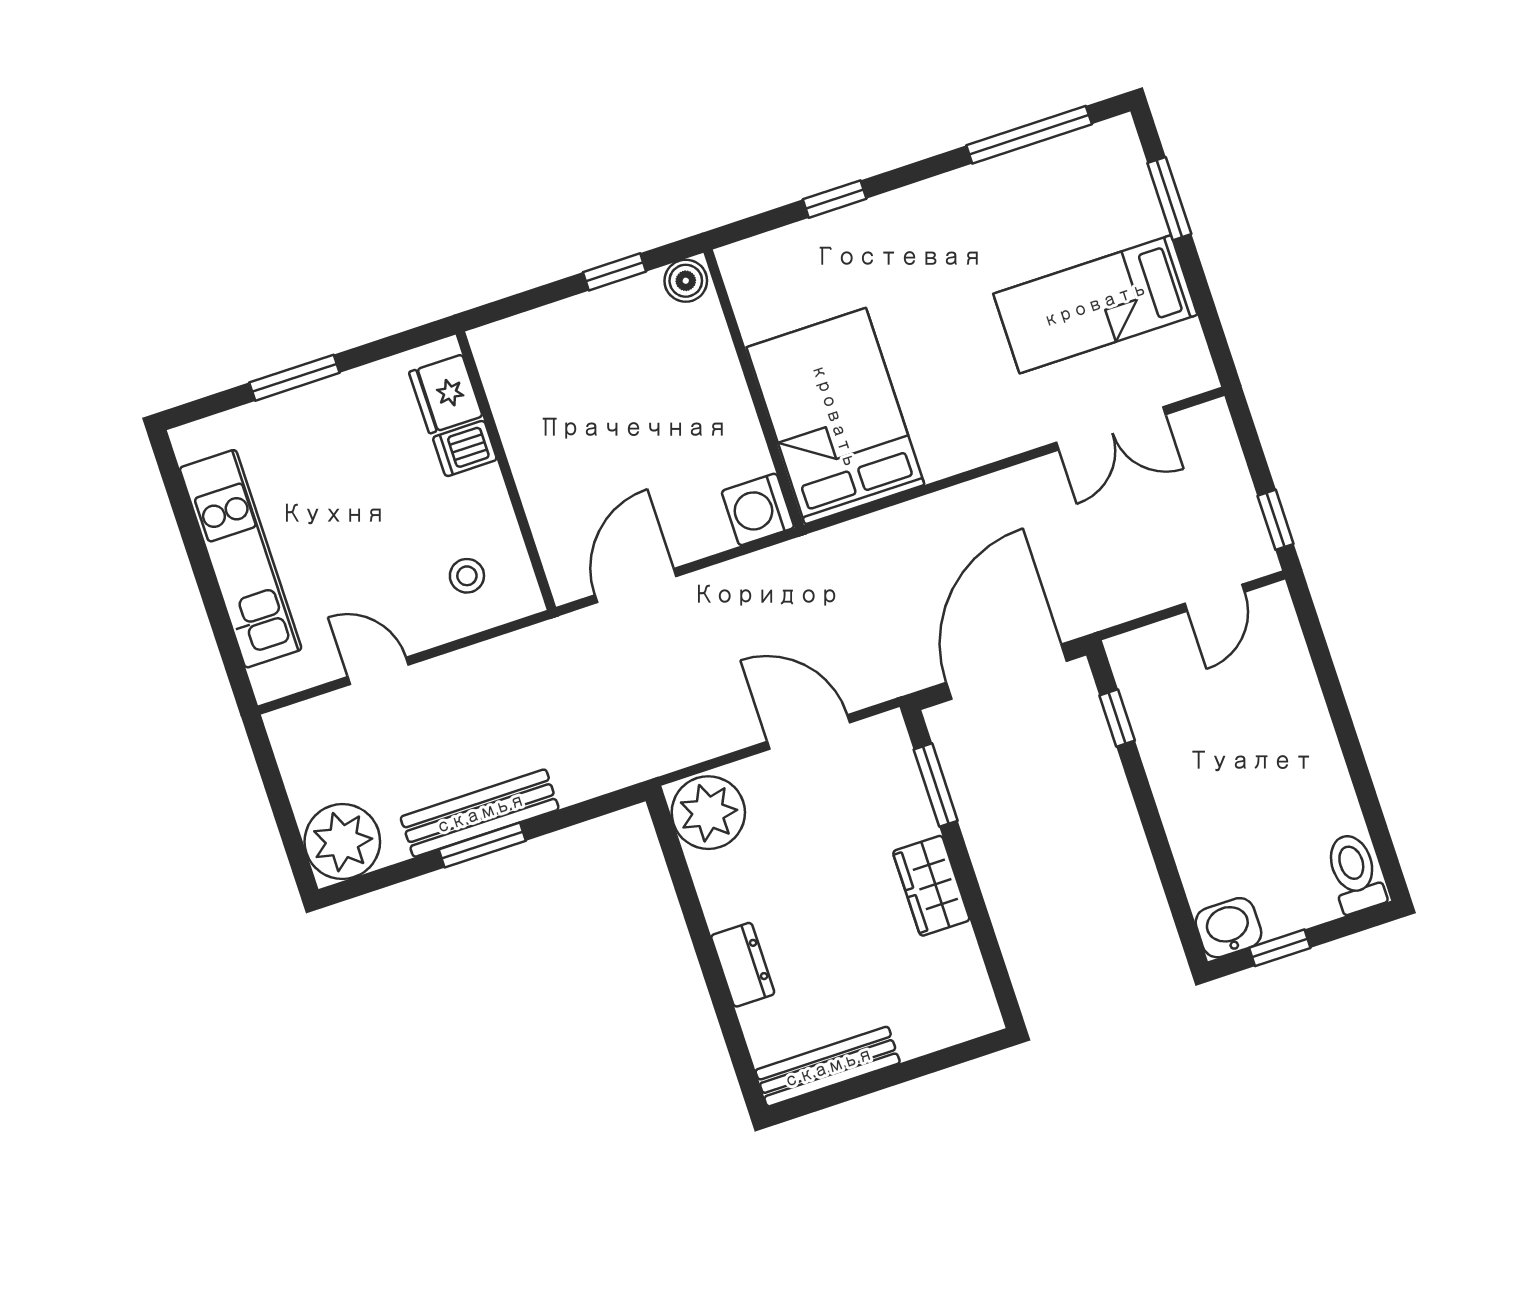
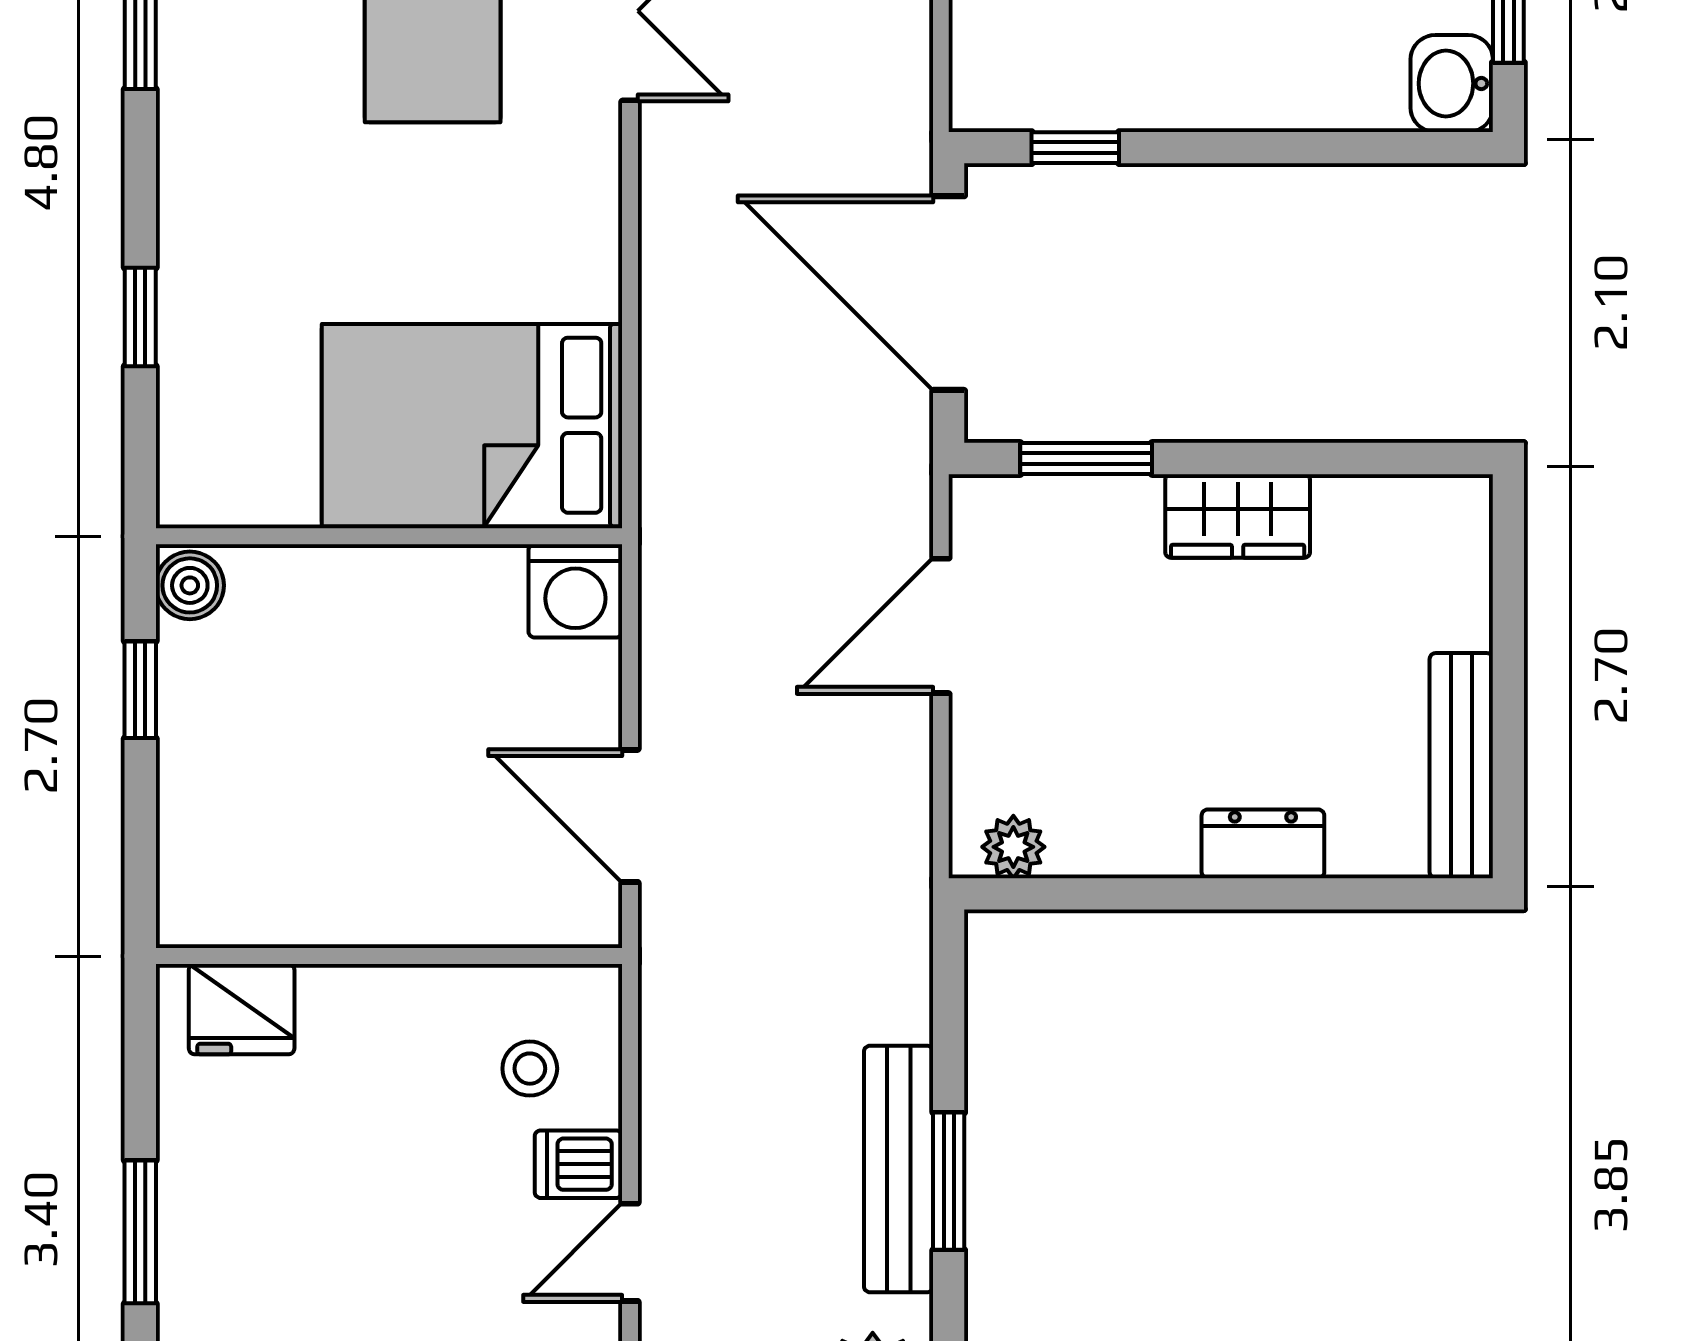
dishwasher: (465, 448) -> (578, 1164), moved, turned 90
plant: (708, 813) -> (1013, 847), width x0.53, depth x0.53

